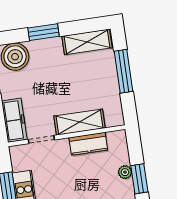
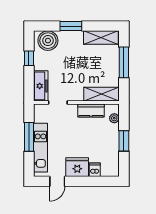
shelving: (79, 122) -> (102, 94), moved
plant: (125, 172) -> (114, 118), moved

